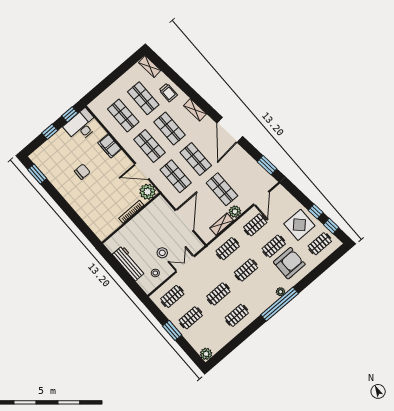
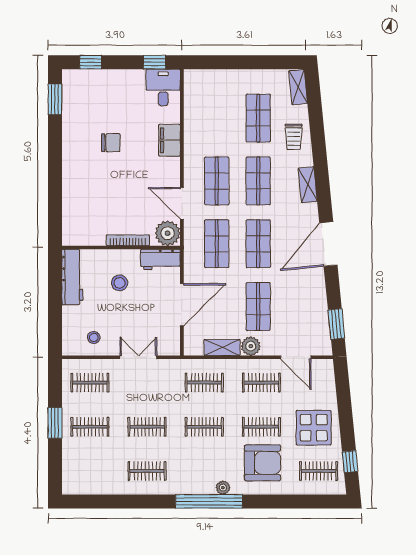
shop shelf: (123, 116) -> (217, 118), removed
desk: (81, 126) -> (163, 87), width x0.73
window: (50, 132) -> (91, 62), moved
door: (261, 198) -> (296, 357), hinge flipped
workbench: (155, 207) -> (160, 259), added
window: (316, 211) -> (347, 429), removed
stool: (162, 253) -> (120, 283), moved
workbench: (129, 263) -> (72, 277), moved
plant: (206, 354) -> (71, 485), removed

